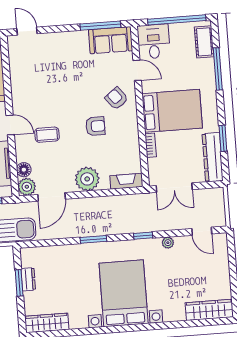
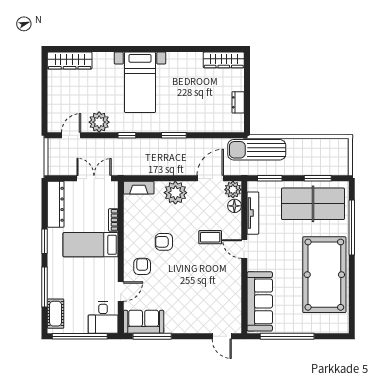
door: (137, 70) -> (121, 292), swing flipped
armchair: (116, 98) -> (142, 266), turned -142
bed: (172, 111) -> (91, 245), width x0.67
window: (223, 138) -> (45, 241), moved
door: (202, 231) -> (71, 135), hinge flipped
plant: (168, 243) -> (99, 122), width x1.88, depth x1.88
window: (19, 283) -> (247, 99), removed
bed with nightstands: (124, 293) -> (140, 82), width x0.73

